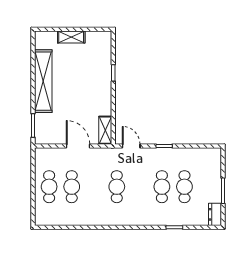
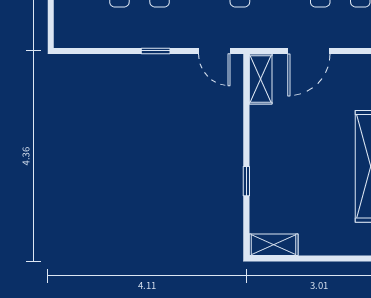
shelving: (71, 37) -> (274, 245), moved
door: (78, 146) -> (309, 51), hinge flipped

